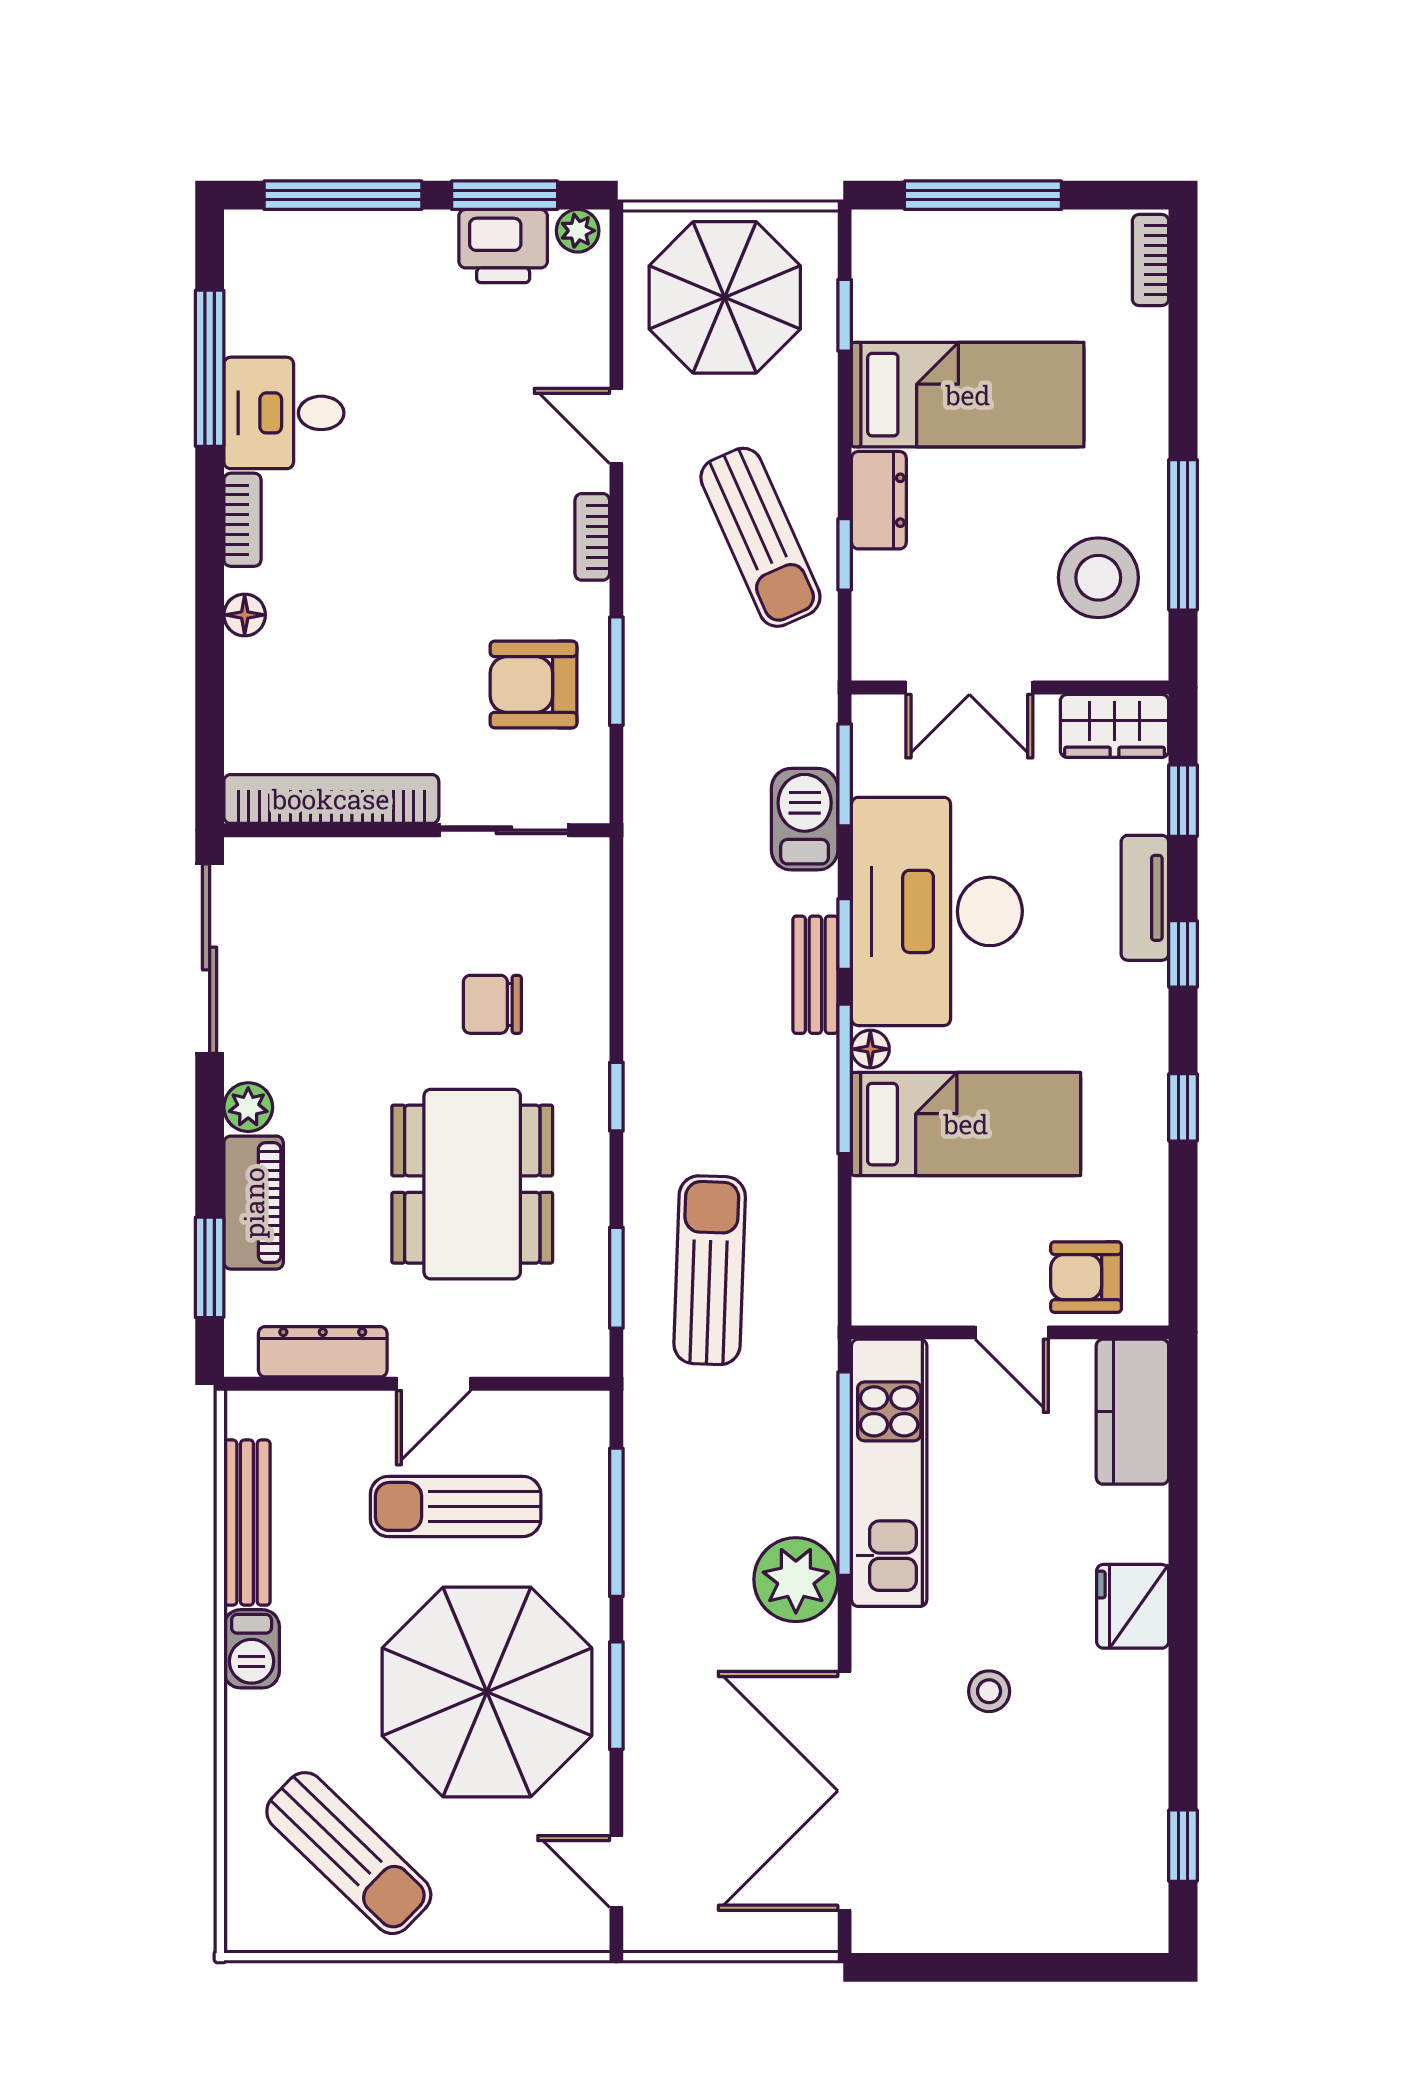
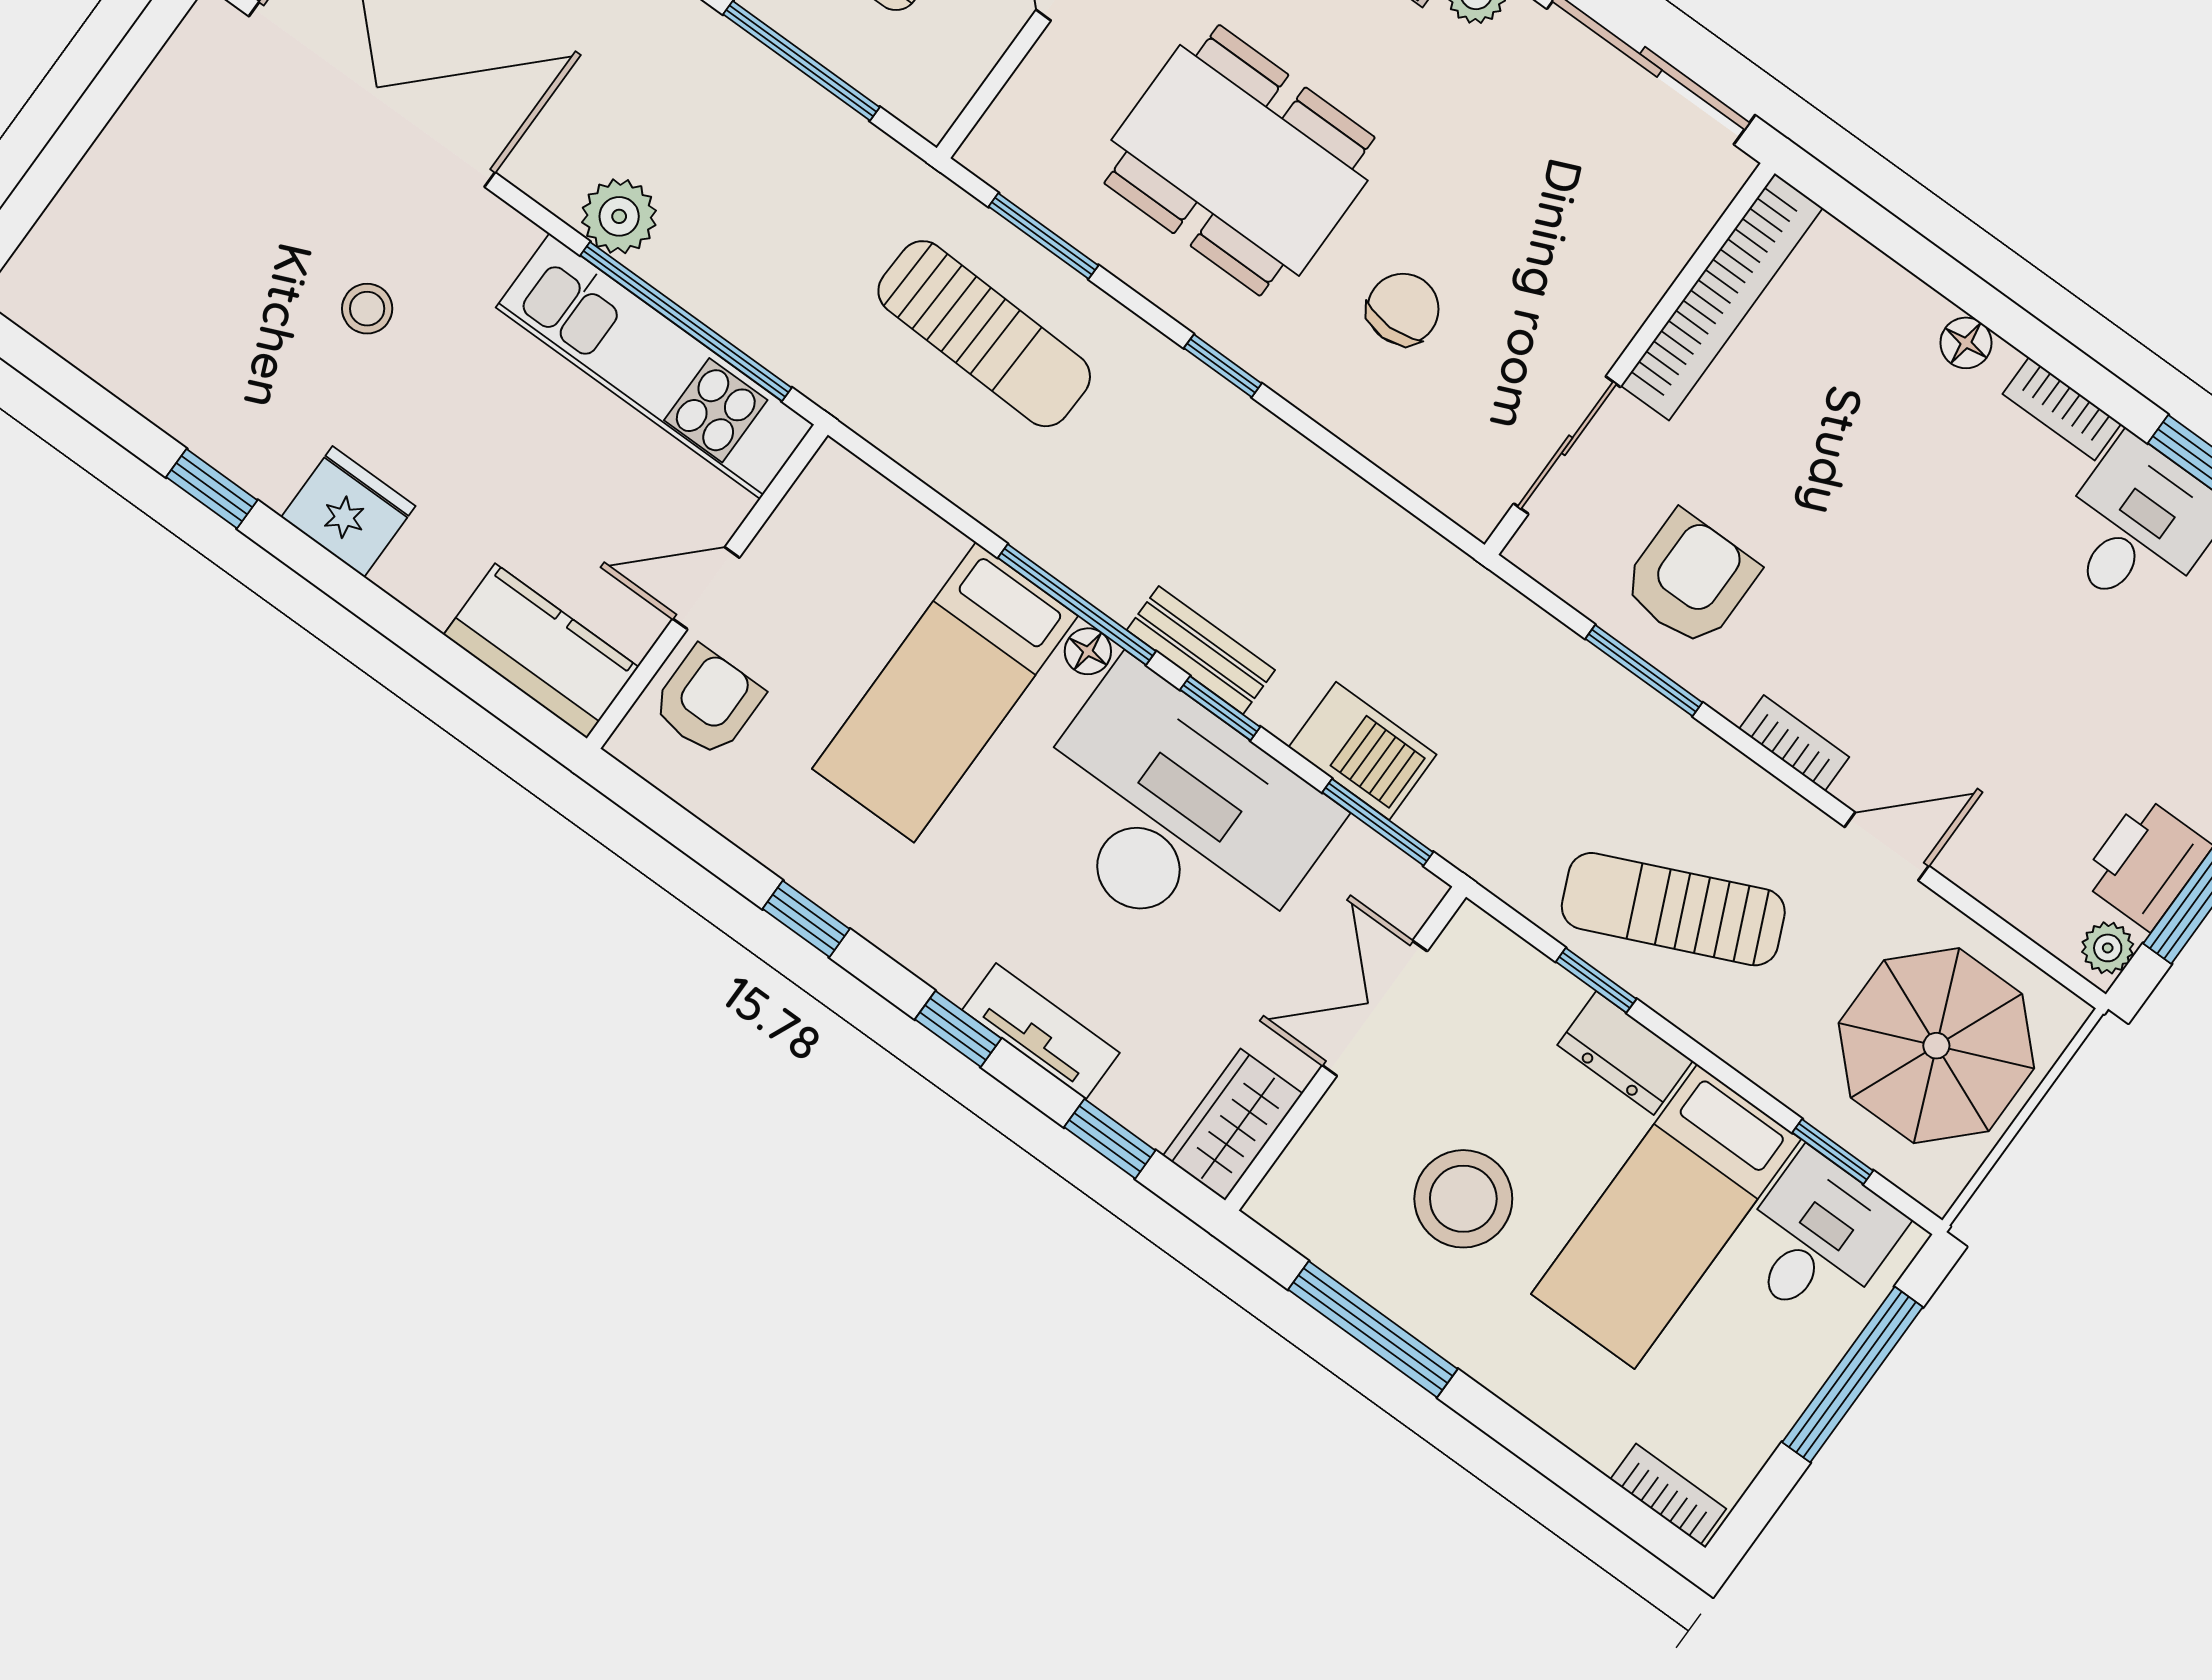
desk: (910, 284) -> (1817, 1239), added
stool: (1098, 578) -> (1463, 1199), moved
plant: (796, 1580) -> (619, 216), width x0.73, depth x0.73
window: (1183, 1846) -> (212, 489), moved

